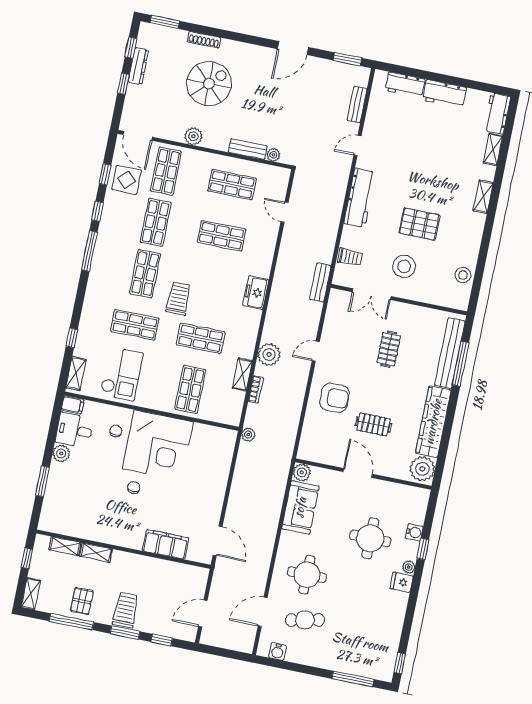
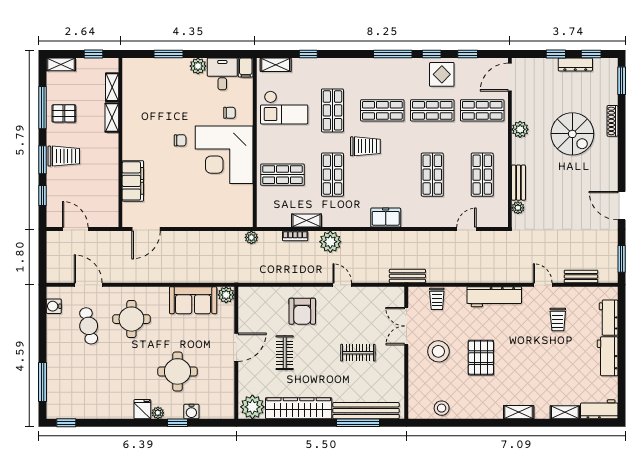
trolley: (396, 137) -> (558, 320), added
display table: (127, 180) -> (442, 74), moved

